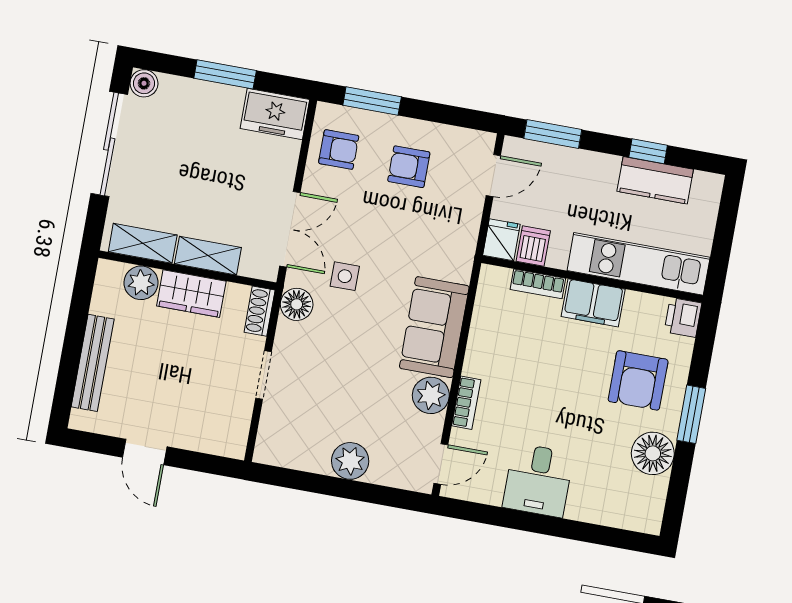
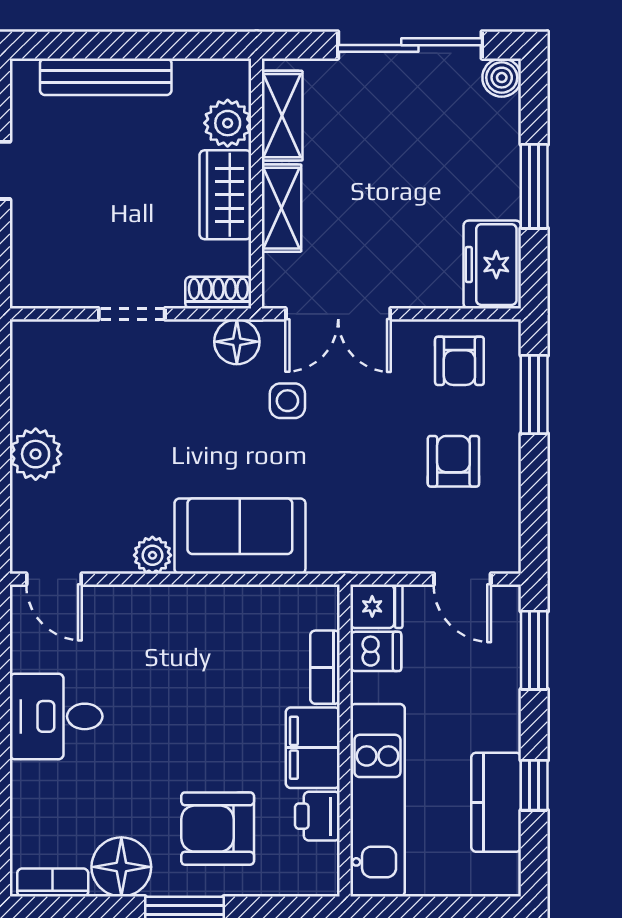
printer: (683, 317) -> (317, 816), moved, turned -90
plant: (431, 395) -> (152, 555), width x0.73, depth x0.73
bookcase: (466, 403) -> (53, 882), moved, turned 180

